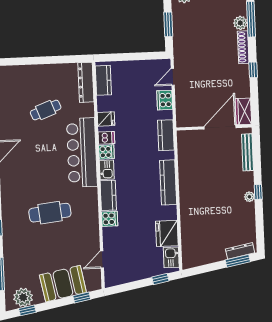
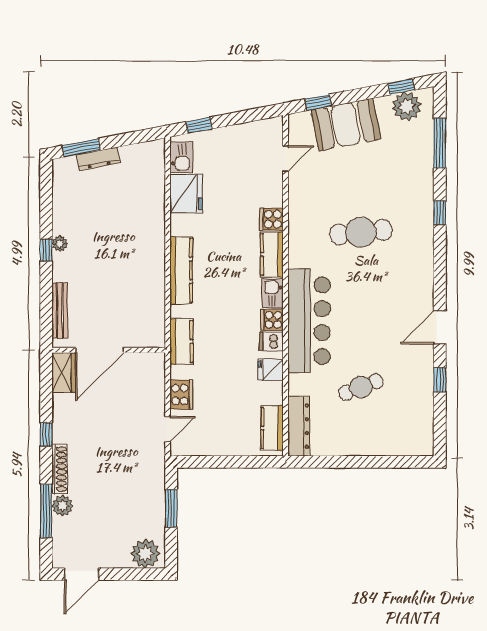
dresser: (240, 251) -> (98, 159), moved

